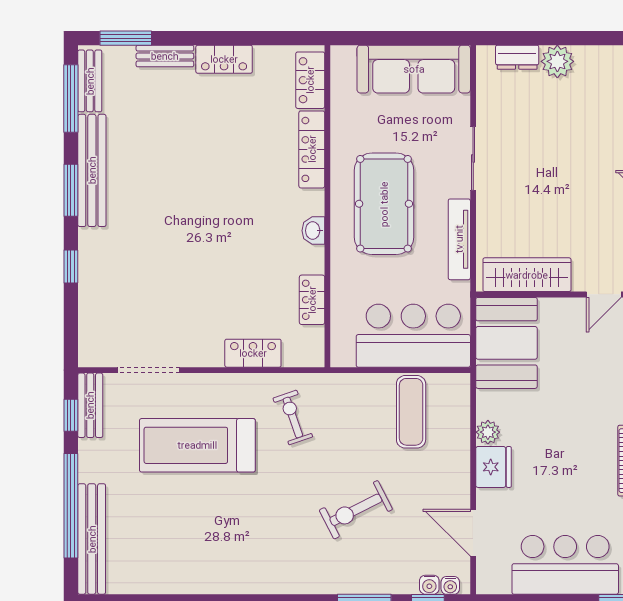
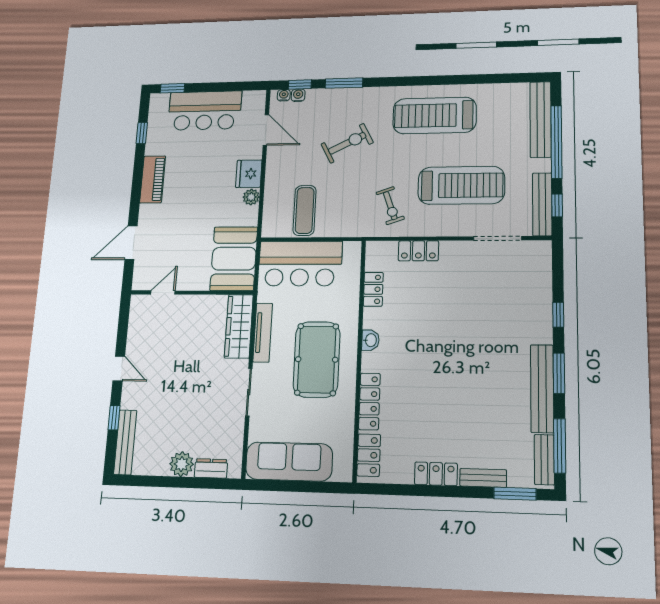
wardrobe: (527, 275) -> (239, 326), moved, turned 90
bench: (90, 405) -> (542, 204), width x1.36
treadmill: (235, 548) -> (434, 115), added

